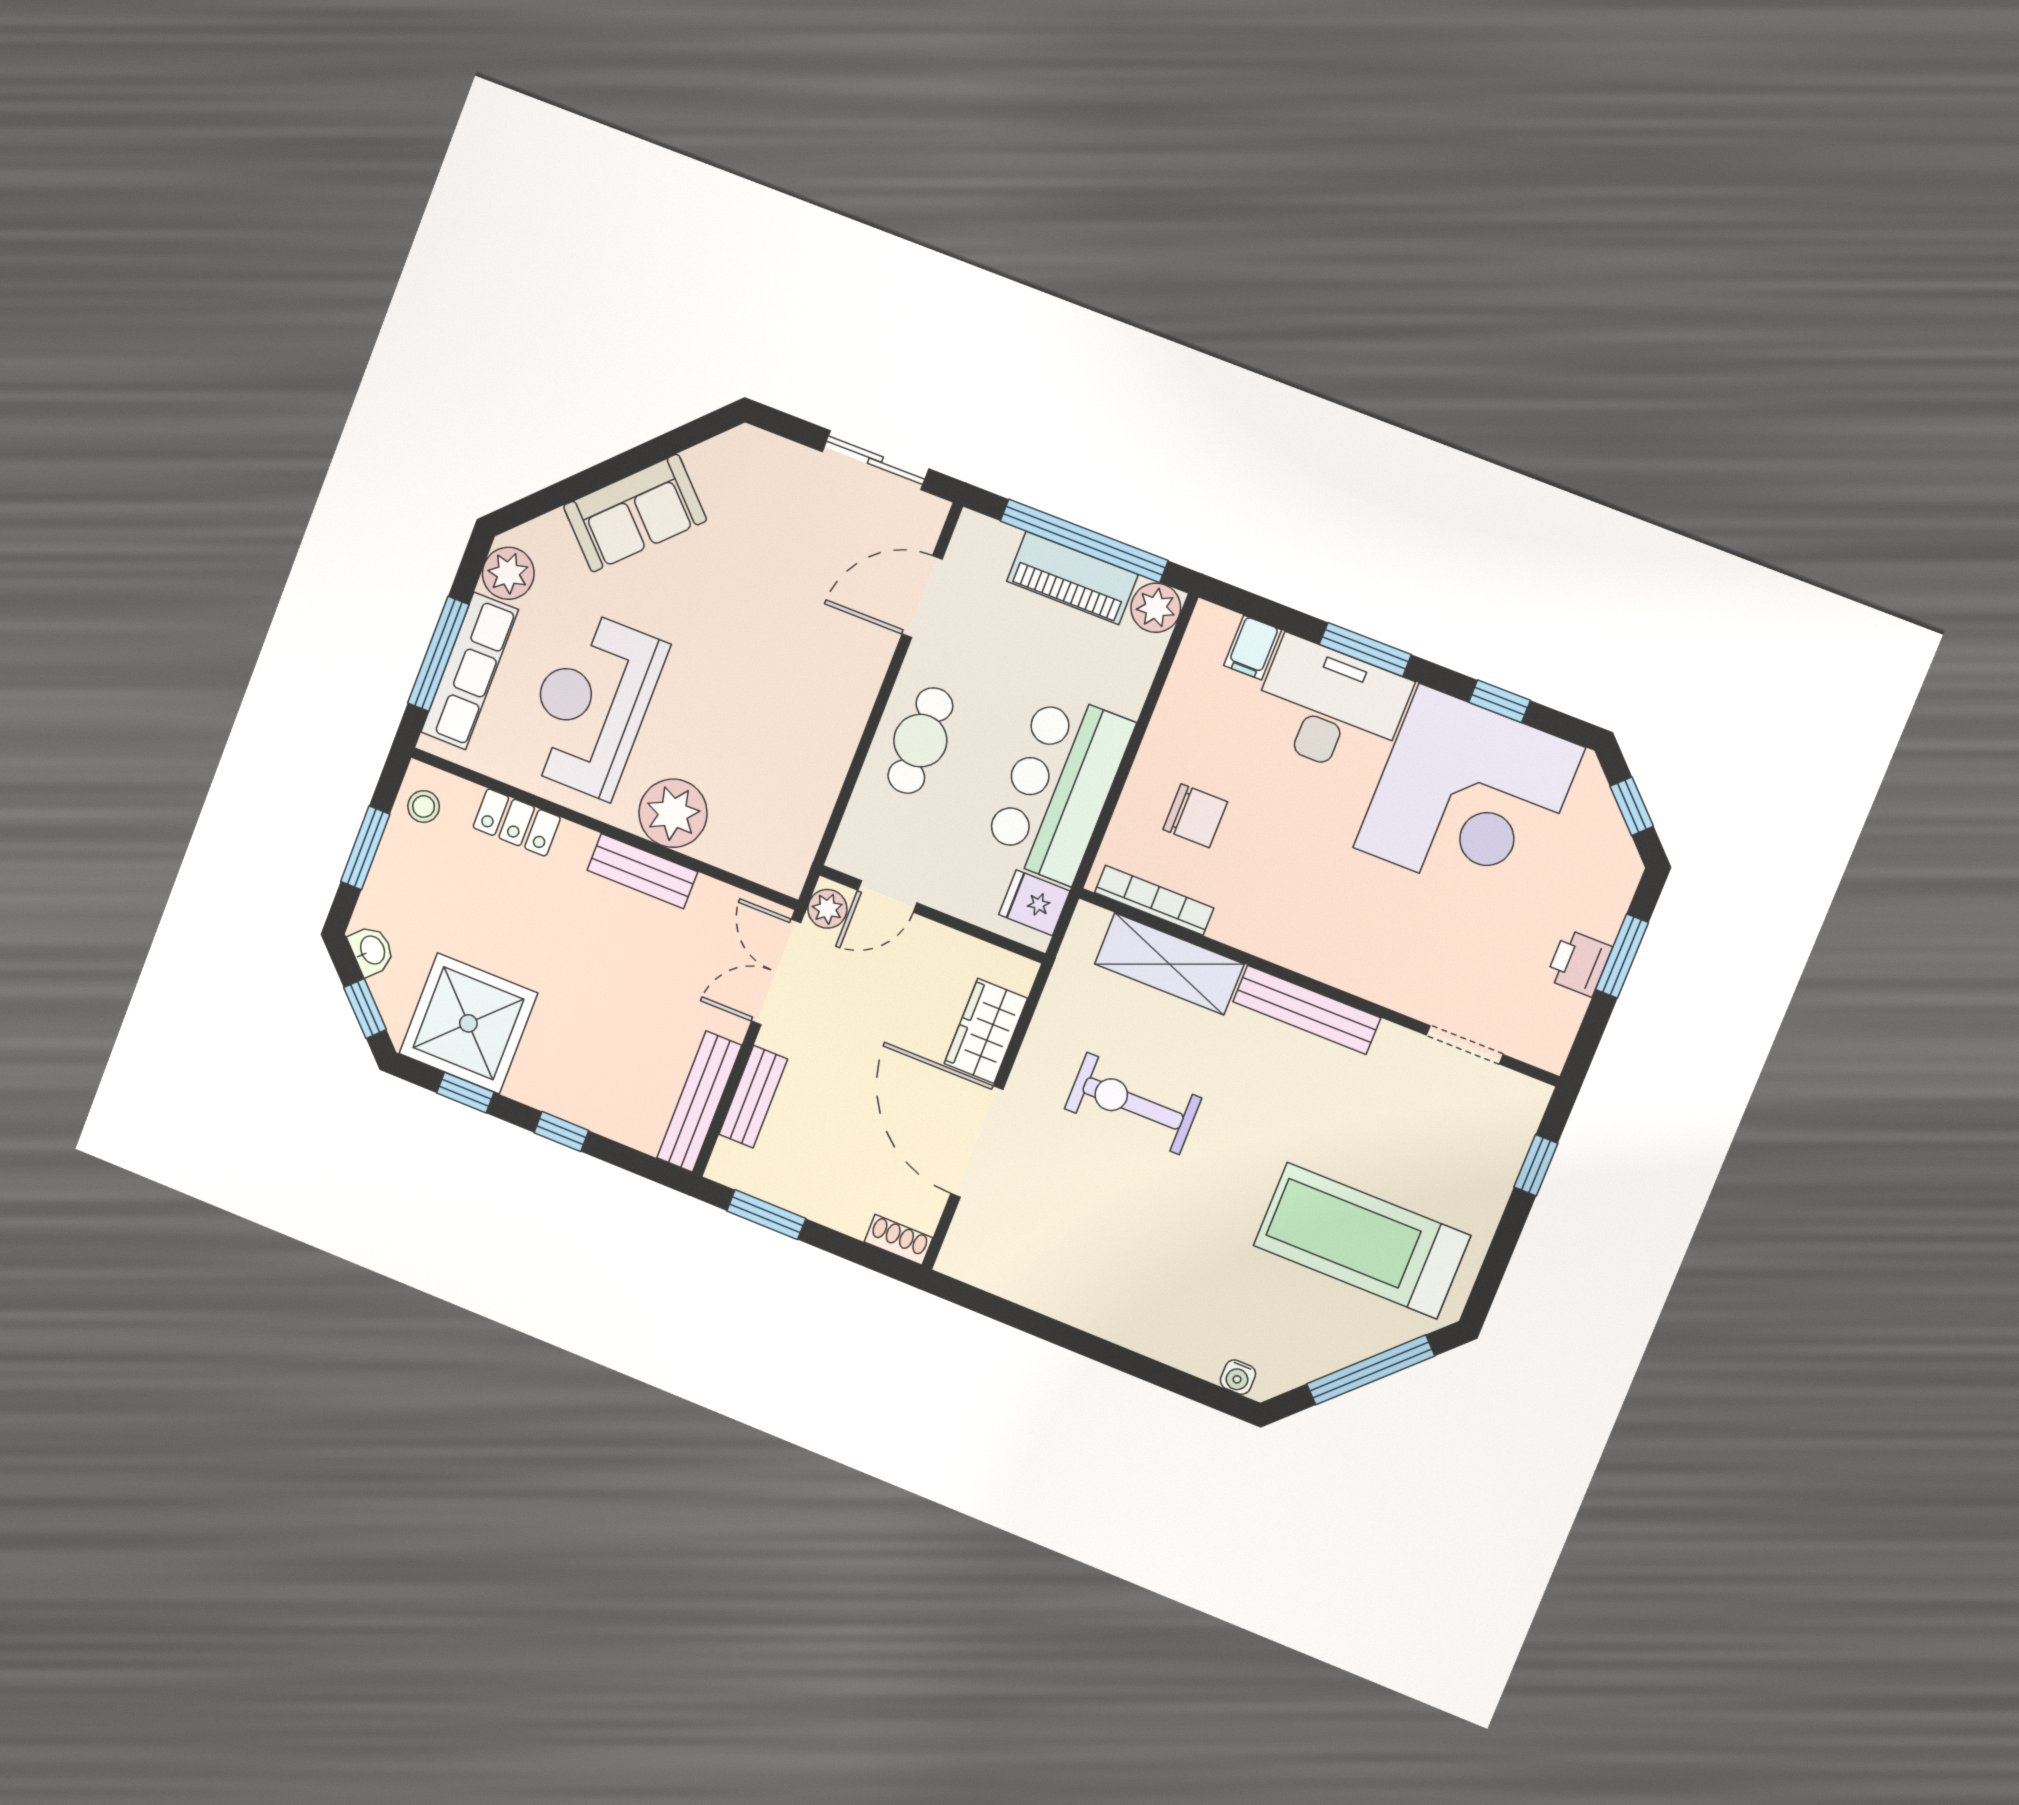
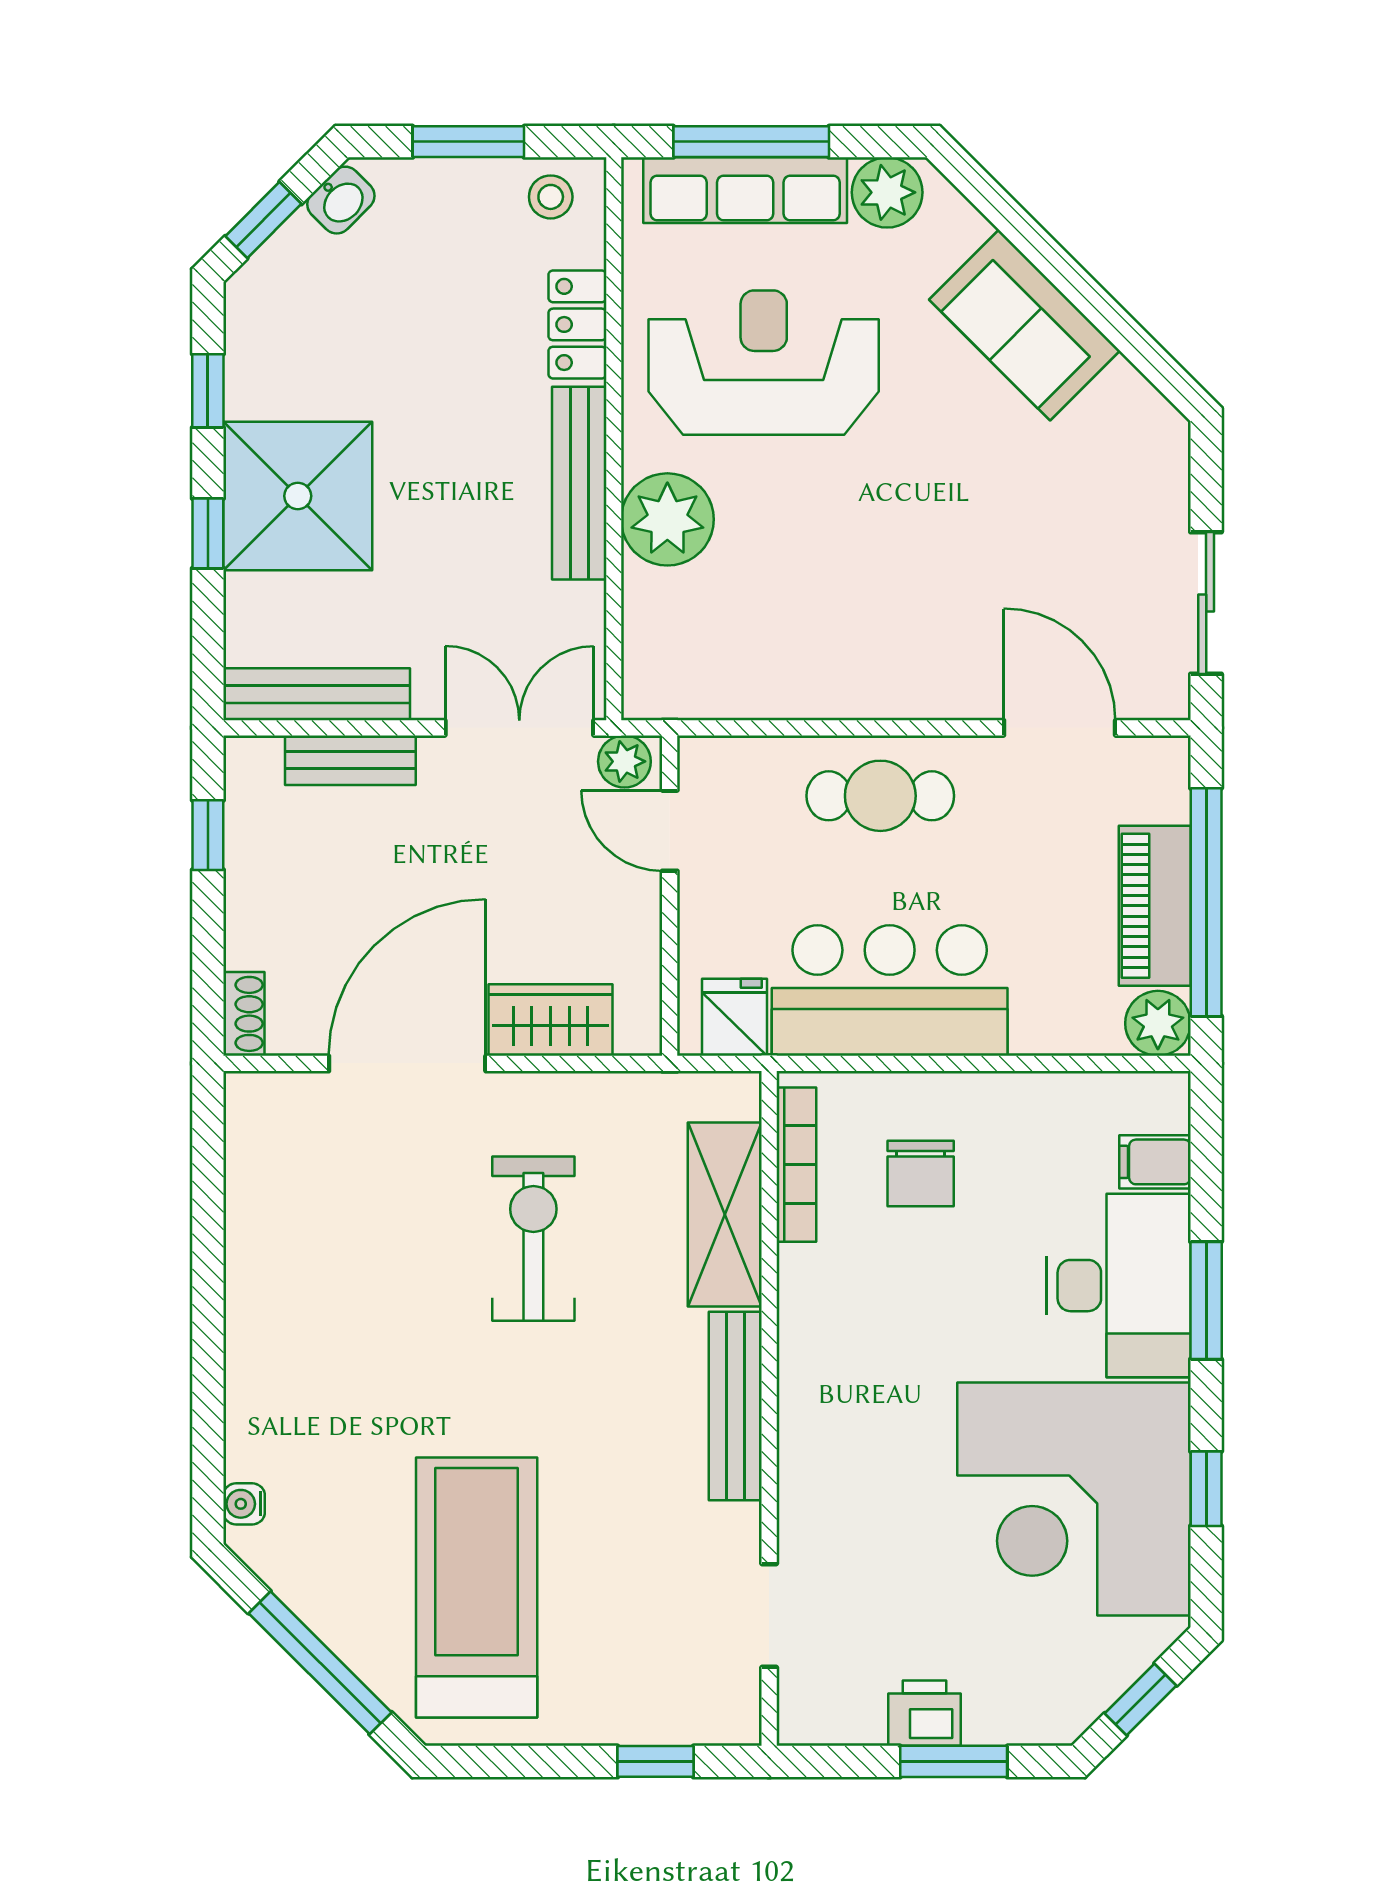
bench: (642, 871) -> (579, 483), width x1.36
shower: (468, 1023) -> (298, 496), moved
window: (766, 1215) -> (208, 835), width x0.67

